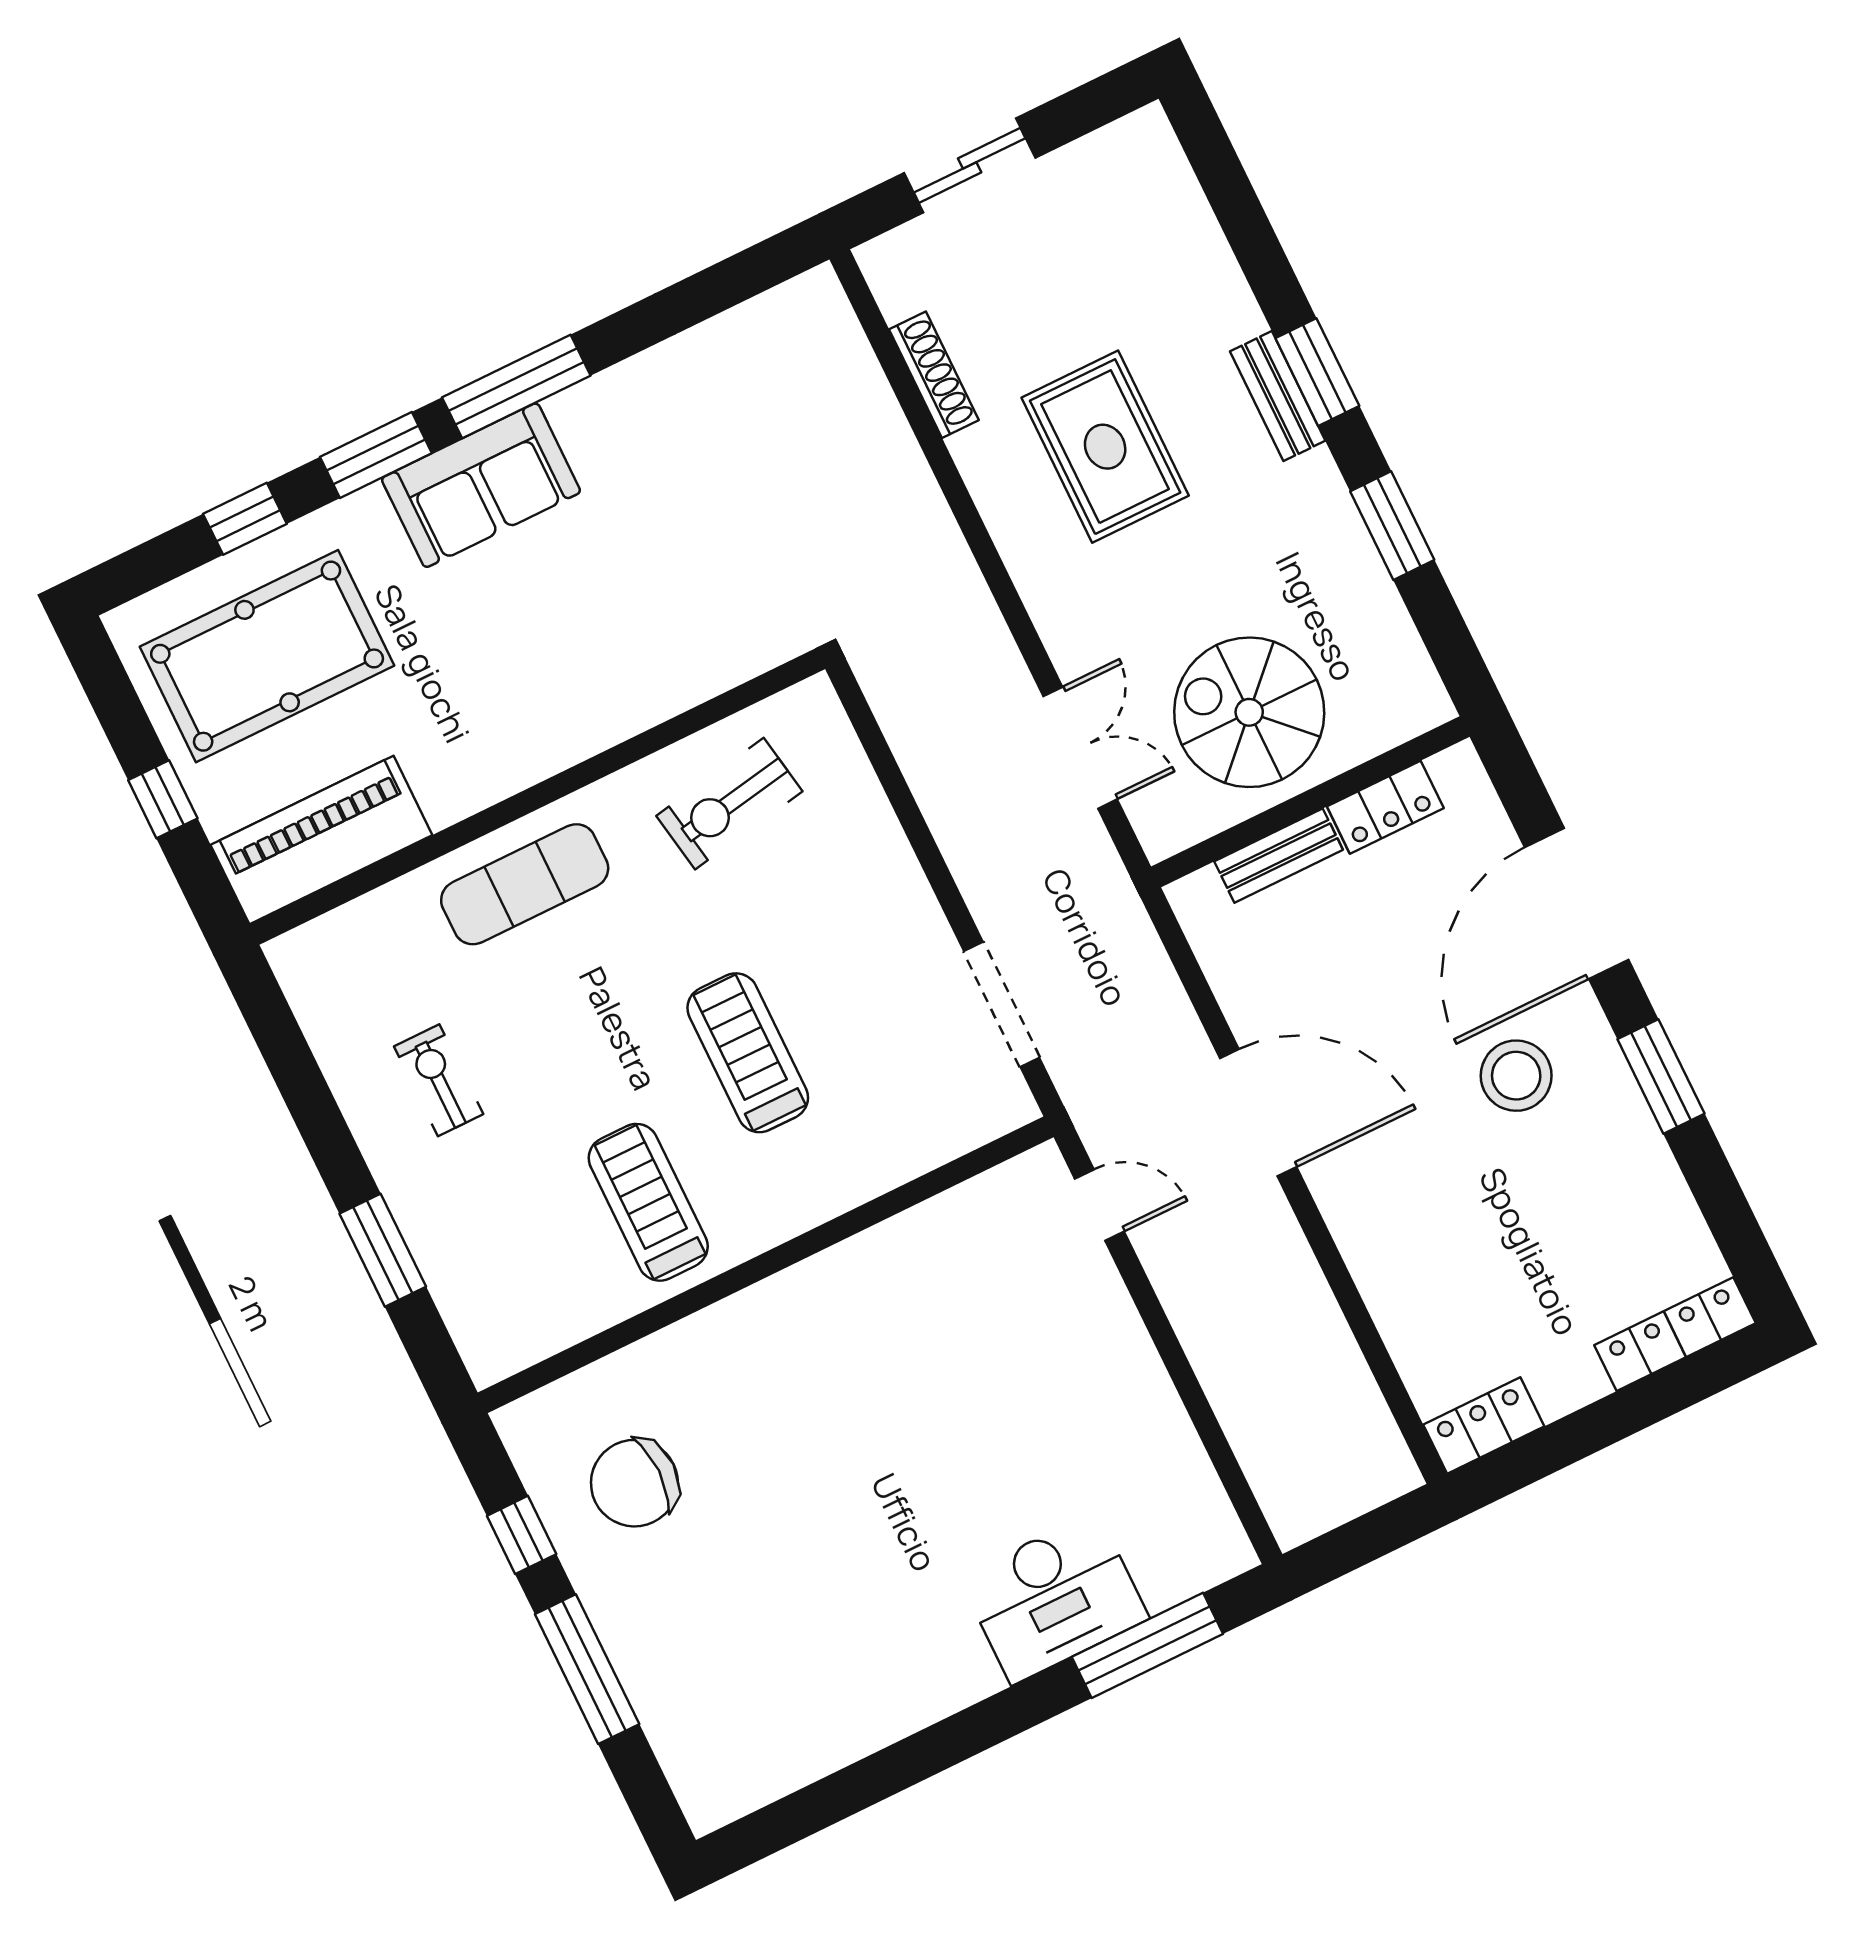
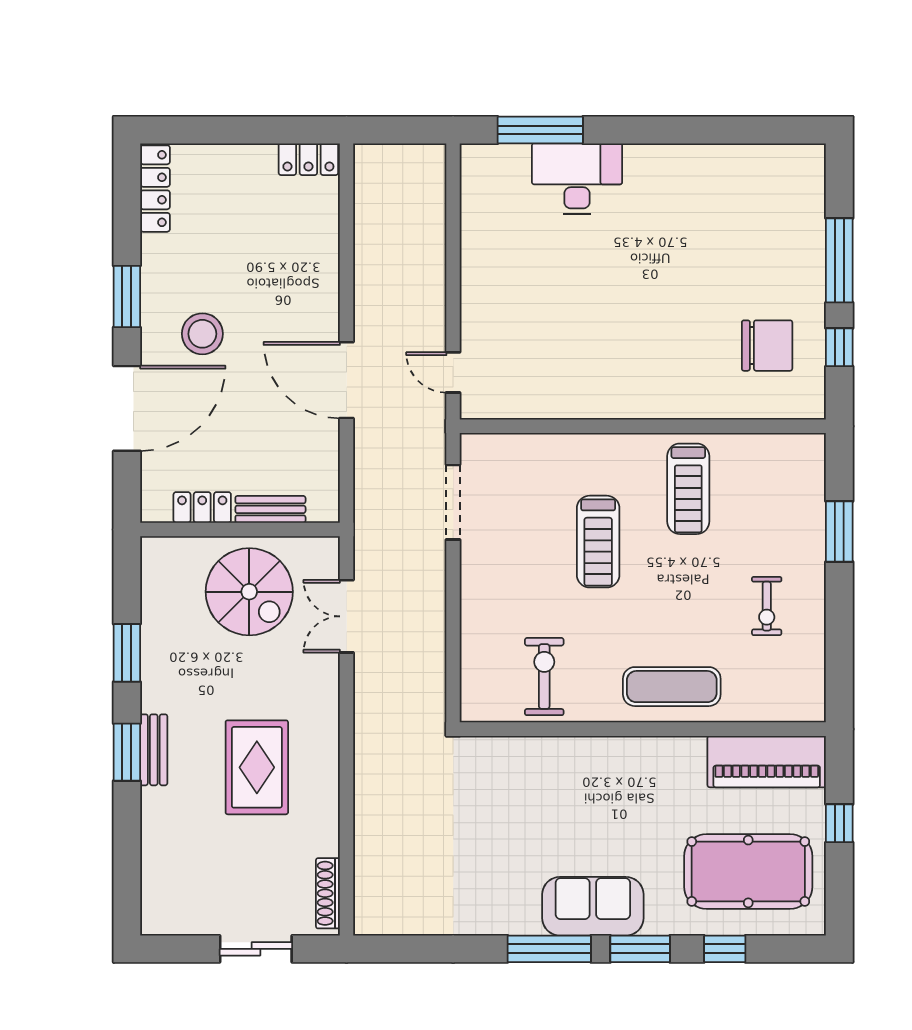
shoe rack: (934, 375) -> (328, 893), moved
exercise bike: (729, 804) -> (544, 677), turned -80
locker: (1675, 1334) -> (155, 189), moved, turned -90

